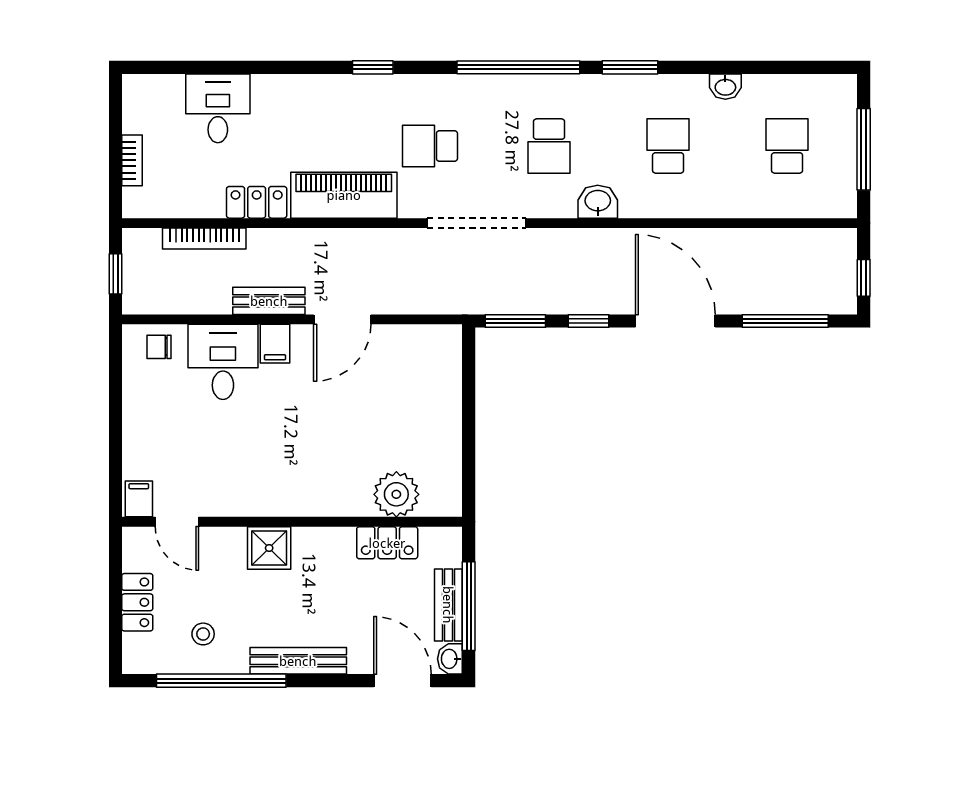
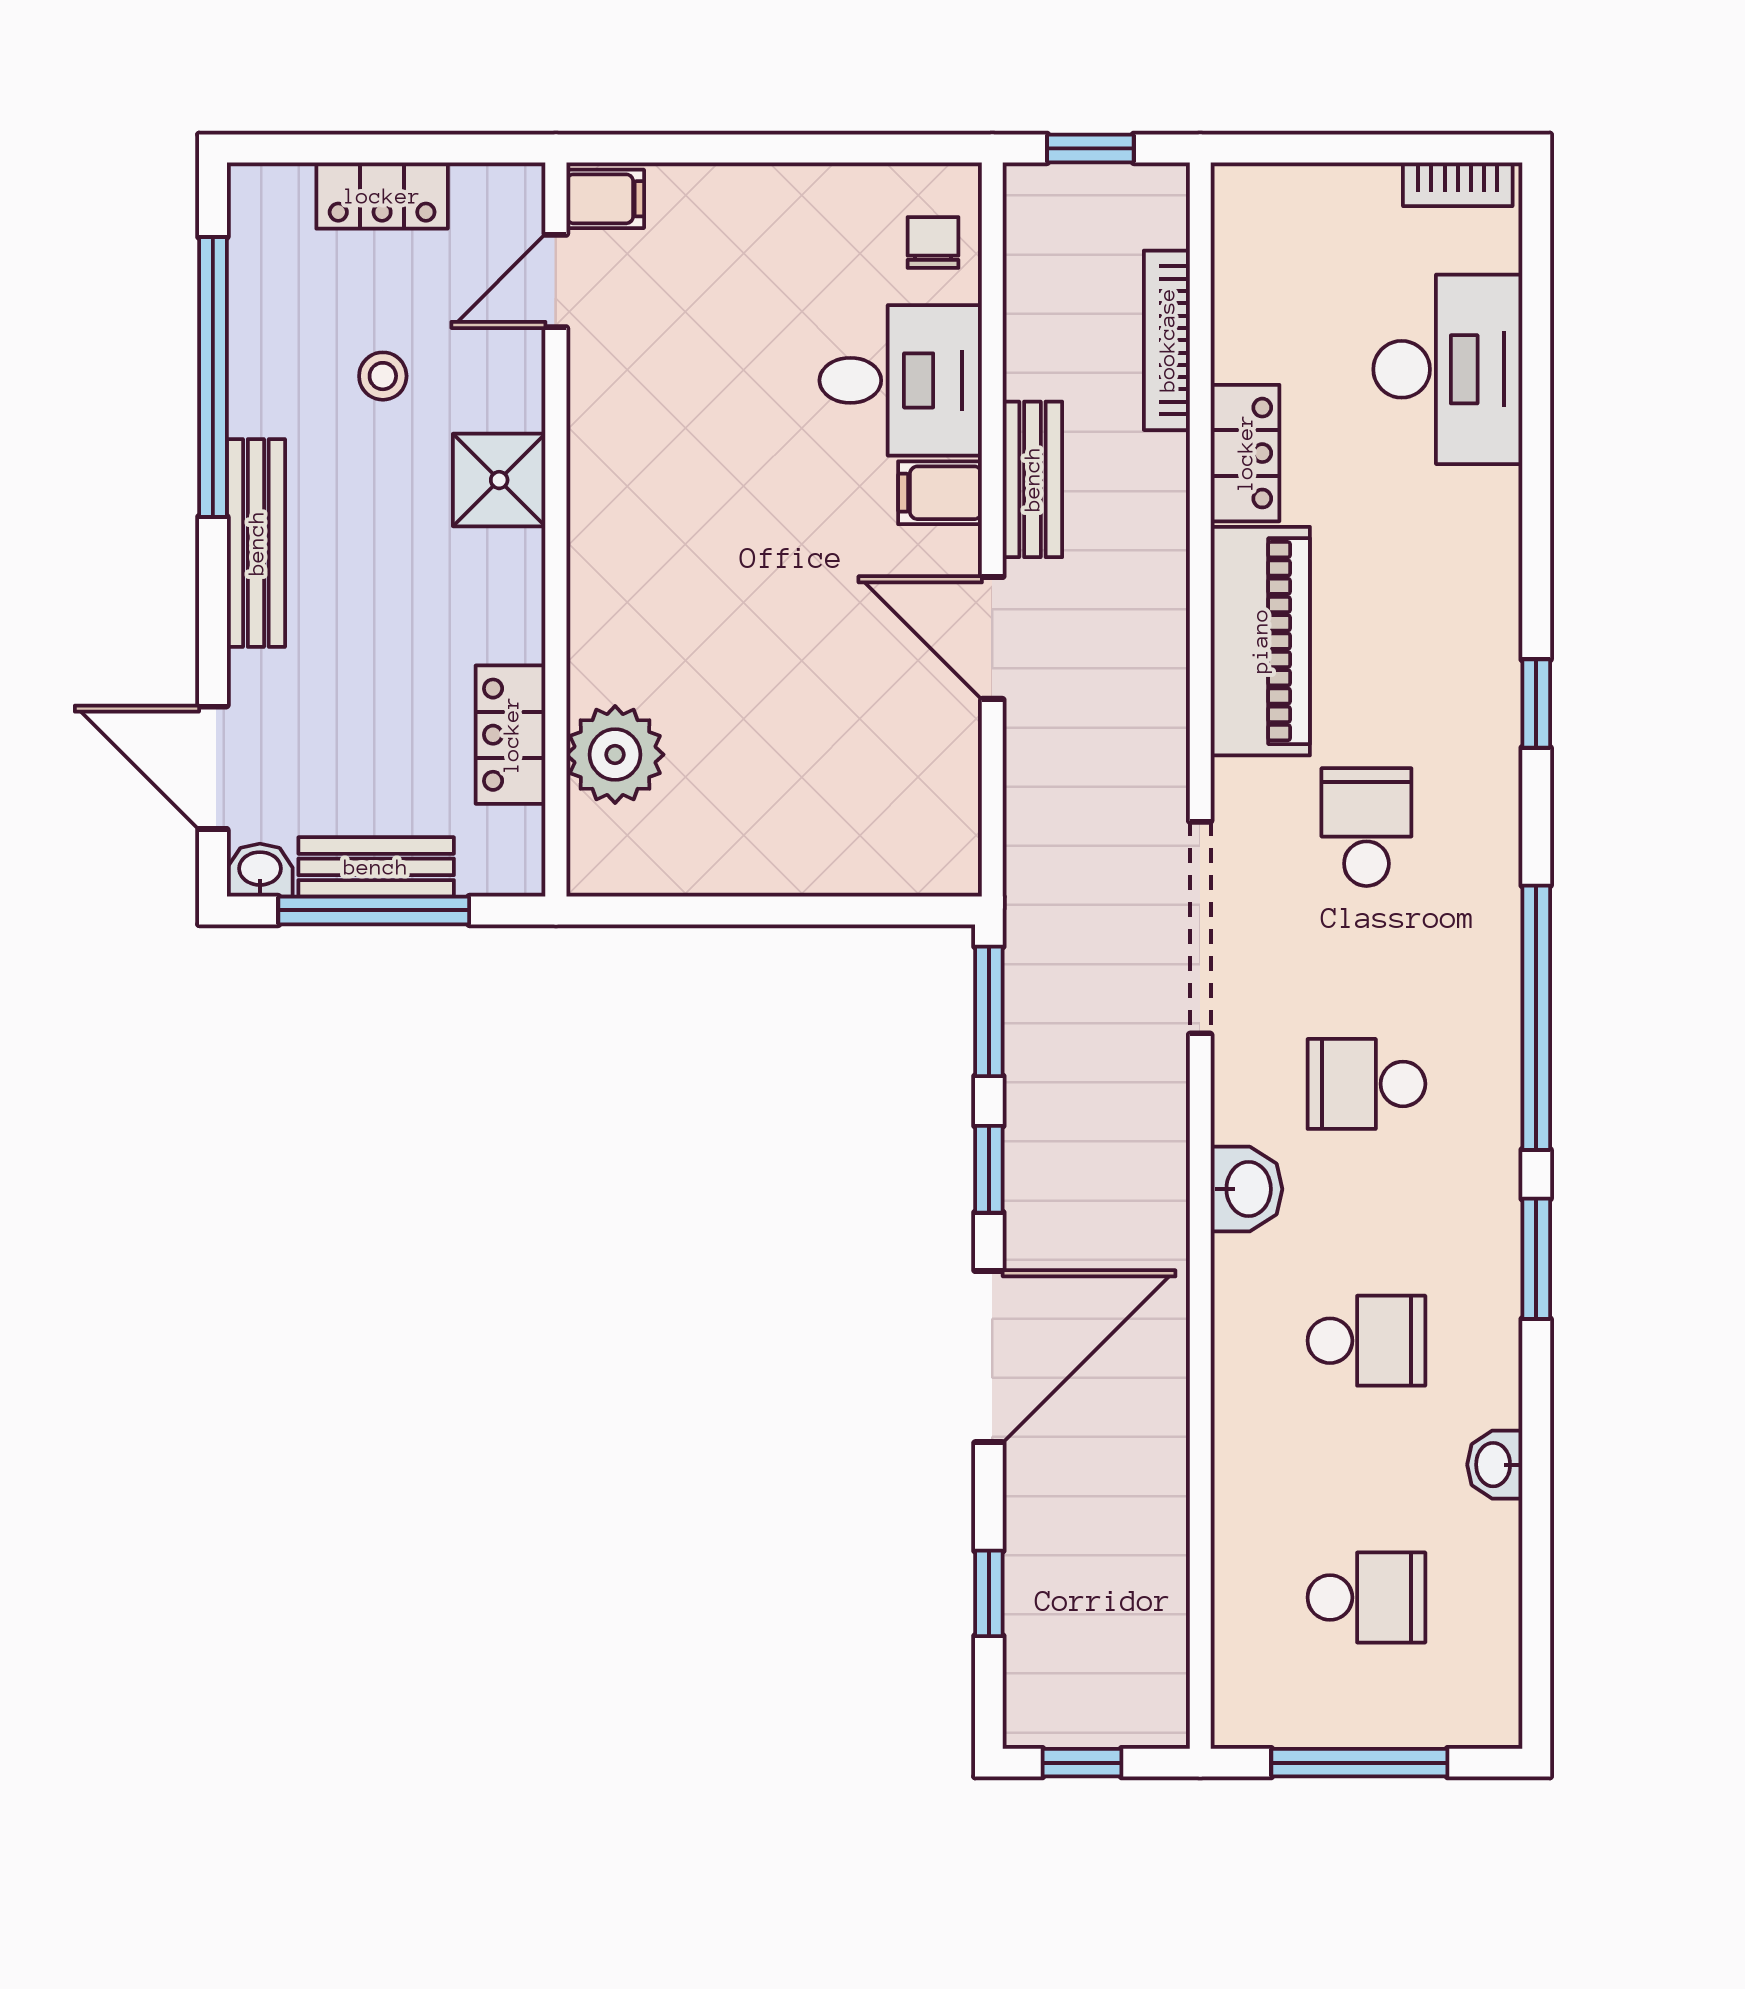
desk: (218, 108) -> (1448, 369), width x1.37
bookcase: (132, 160) -> (1458, 184), moved
window: (785, 321) -> (989, 1593), width x0.46
stool: (203, 634) -> (383, 376), moved
door: (402, 681) -> (213, 768), swing flipped

